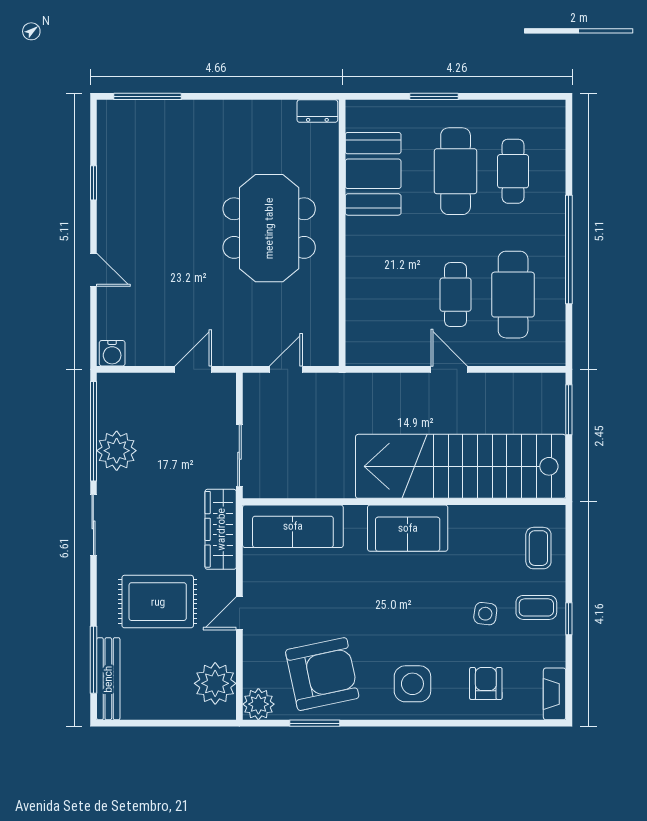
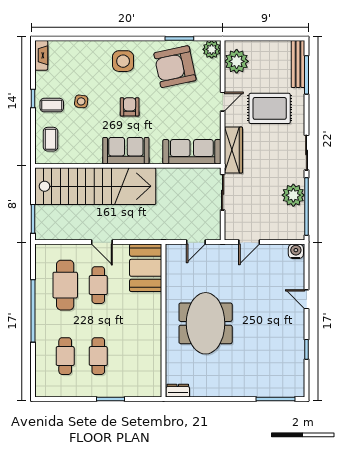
cafe table: (456, 171) -> (98, 356), width x0.73, depth x0.74
booth: (373, 174) -> (146, 268), moved
armchair: (486, 683) -> (130, 107), moved, turned 180

